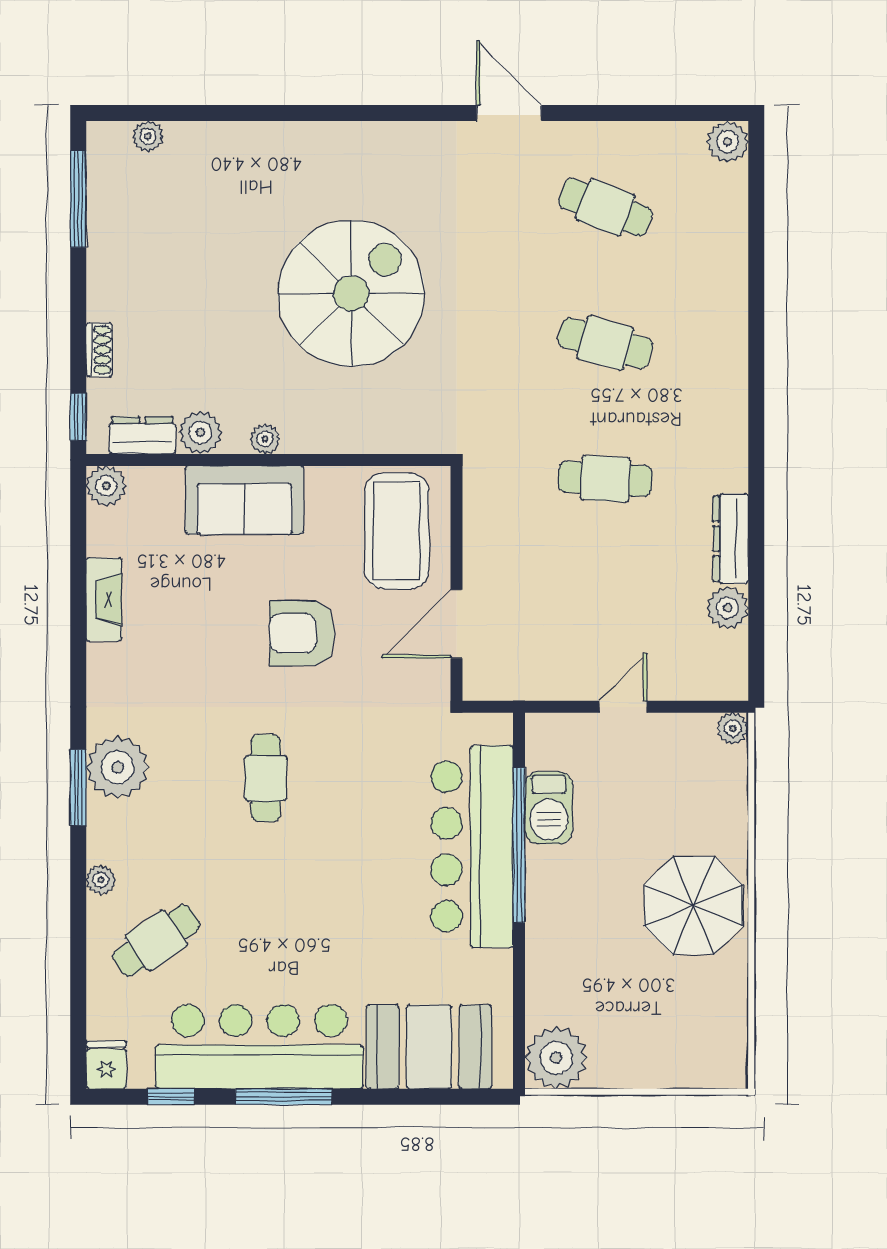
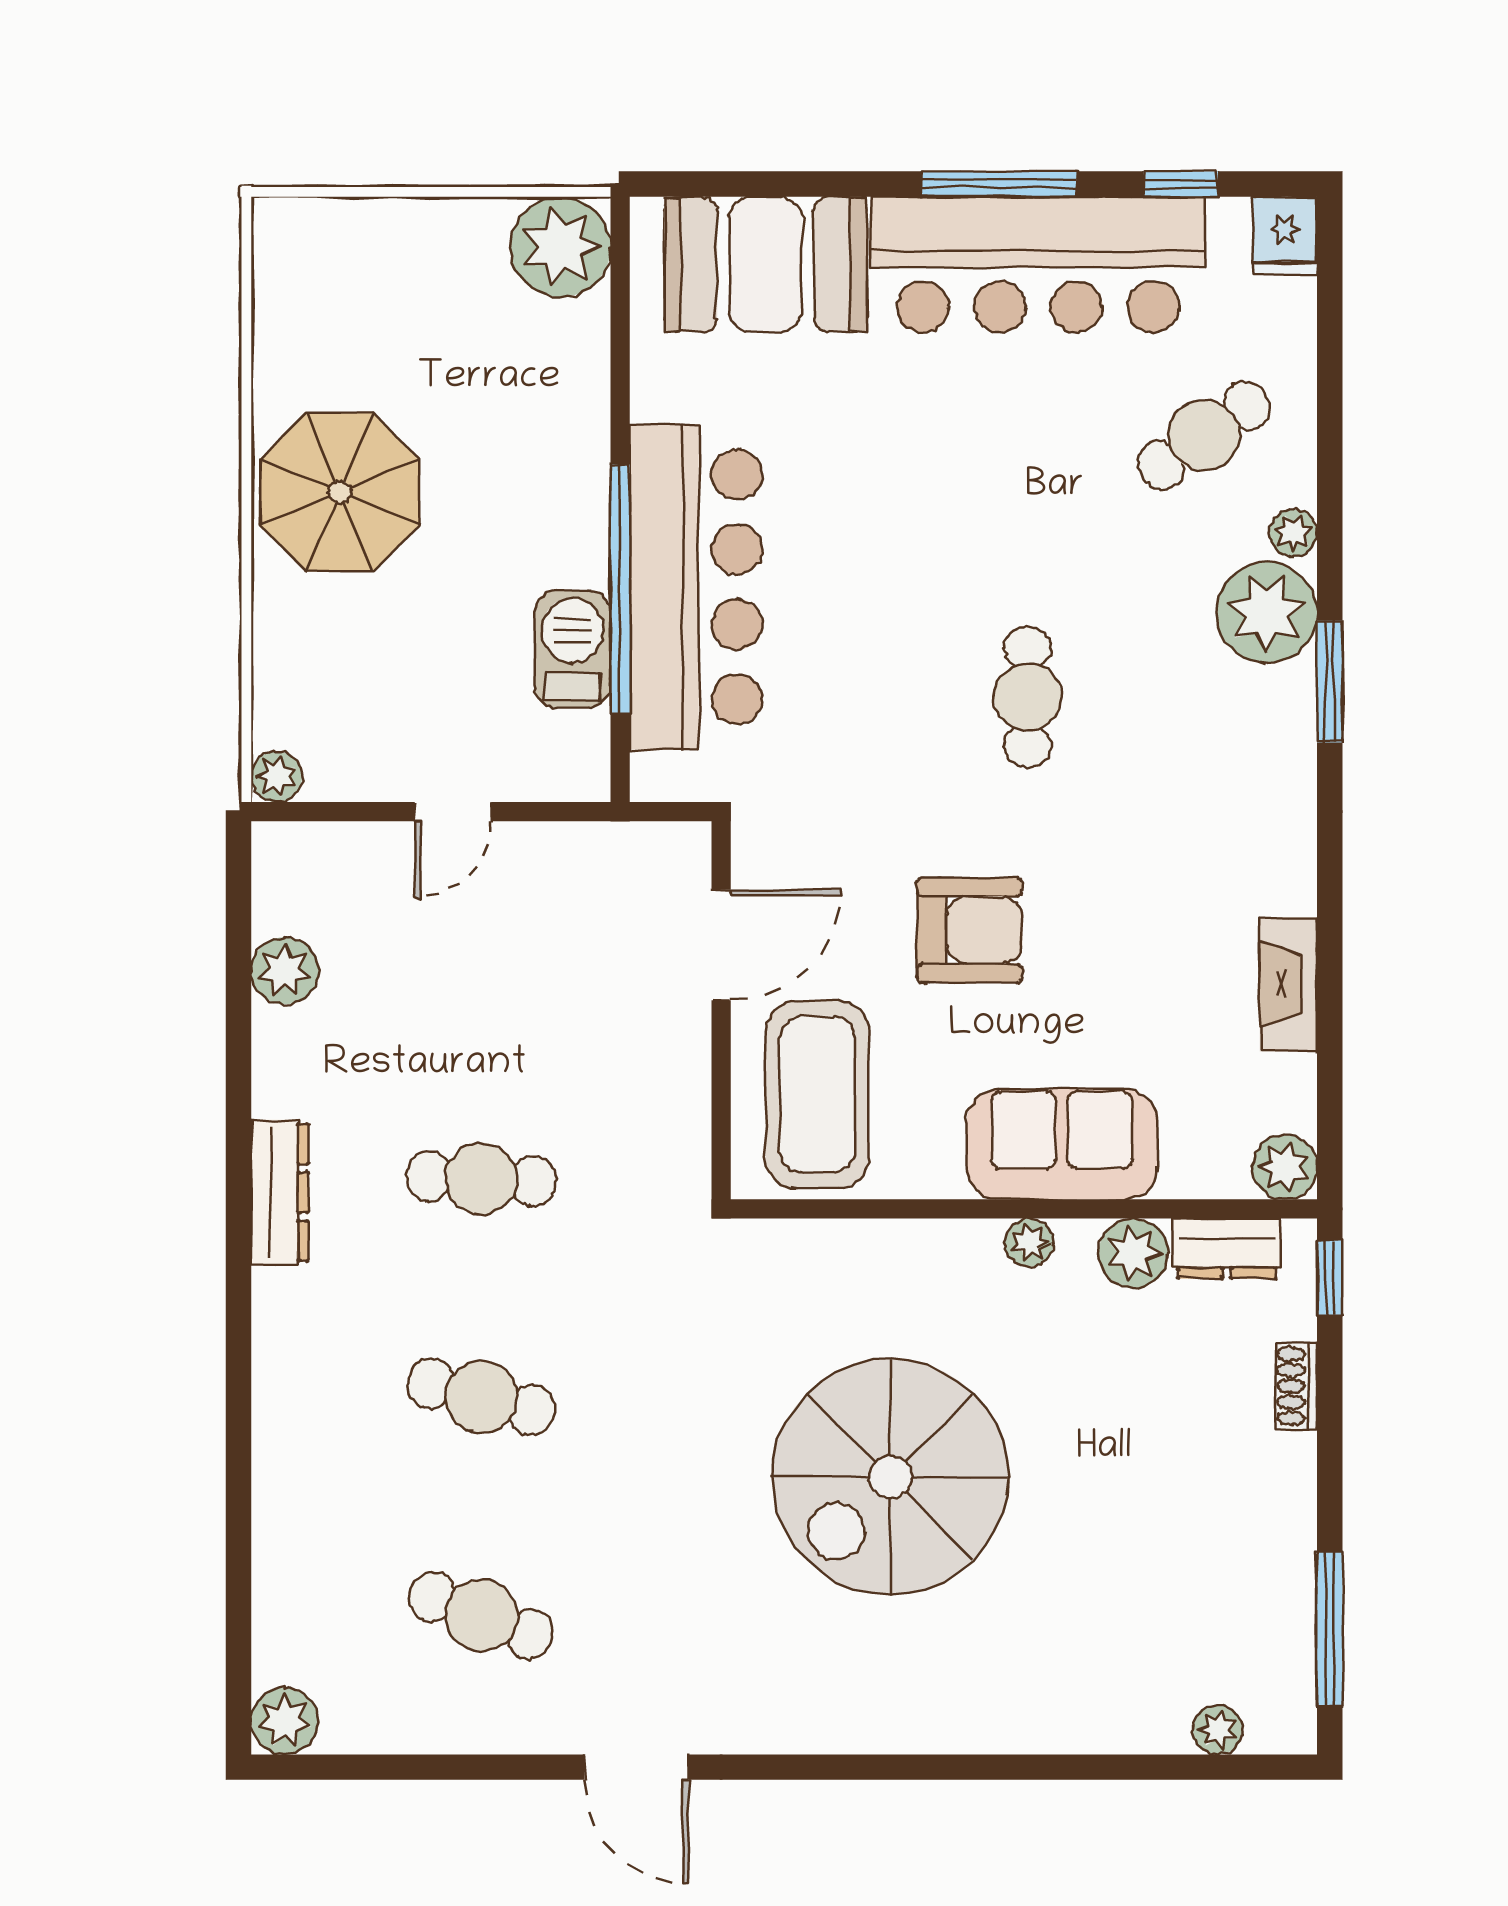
dresser: (731, 539) -> (280, 1192), moved
plant: (118, 767) -> (1266, 612), moved

